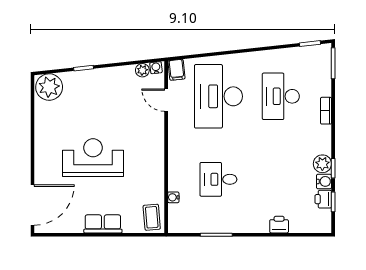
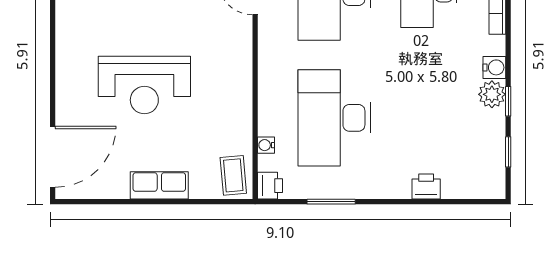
reception desk: (93, 158) -> (144, 85), turned 180
desk: (218, 179) -> (334, 118), width x1.87, depth x1.30
water cooler: (324, 181) -> (494, 67), moved
printer: (323, 199) -> (270, 186), moved, turned 180

